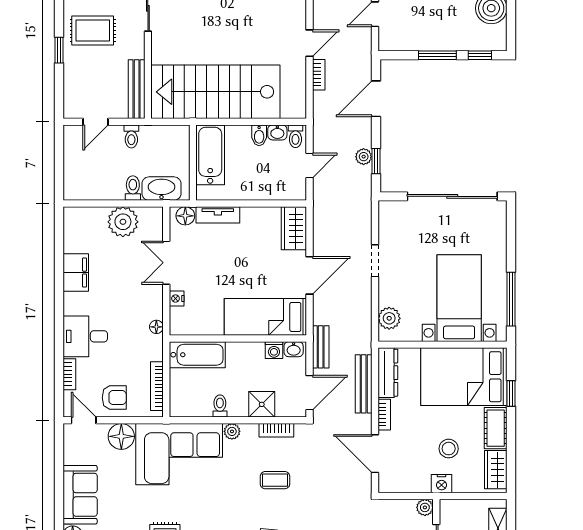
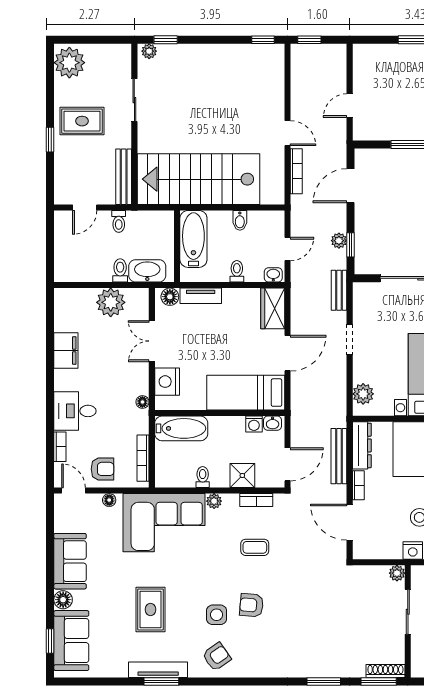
door: (309, 43) -> (288, 133), hinge flipped
bookcase: (319, 75) -> (296, 171), width x1.56
washbasin: (277, 132) -> (273, 275), moved, turned 180
toilet: (295, 136) -> (237, 271), moved, turned 180
nightstand: (177, 298) -> (167, 382), width x1.89, depth x1.79
bench: (321, 347) -> (339, 290), moved
floor lamp: (121, 436) -> (109, 500), width x0.53, depth x0.53

